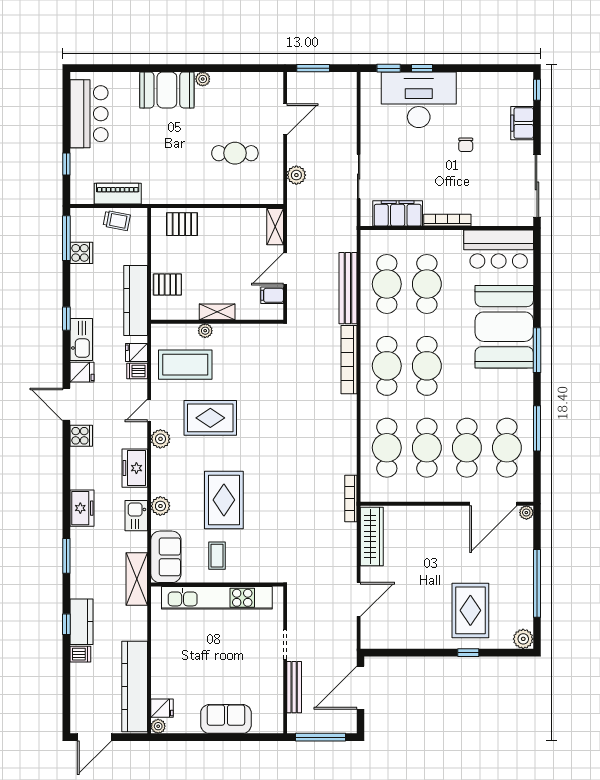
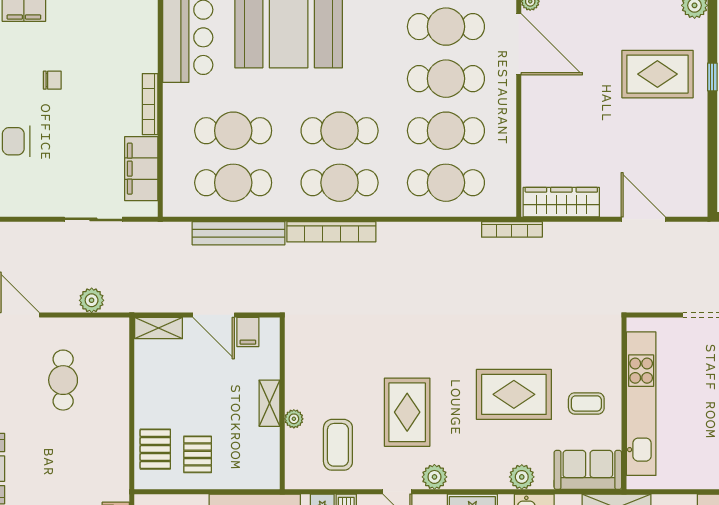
pallet: (167, 284) -> (198, 454), moved
coffee table: (185, 365) -> (338, 445), width x0.73, depth x0.76

